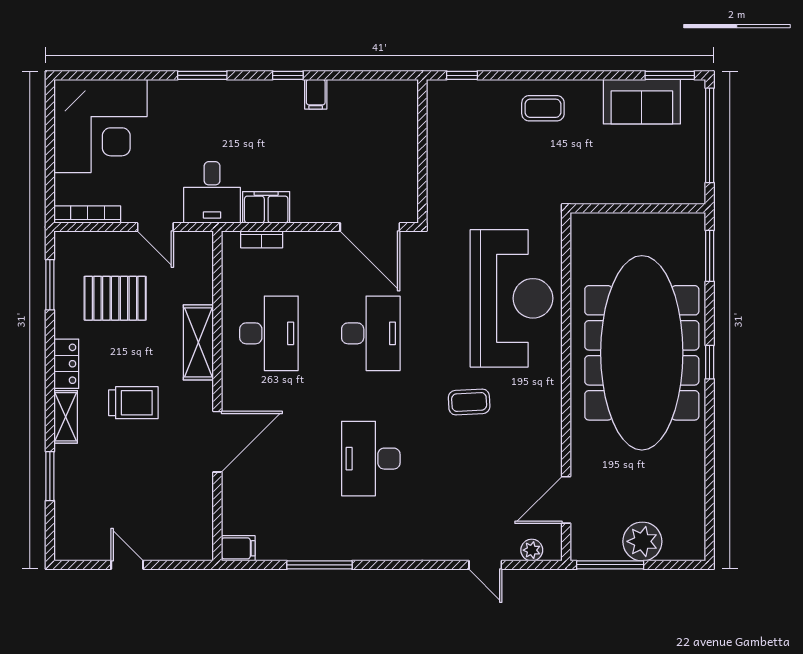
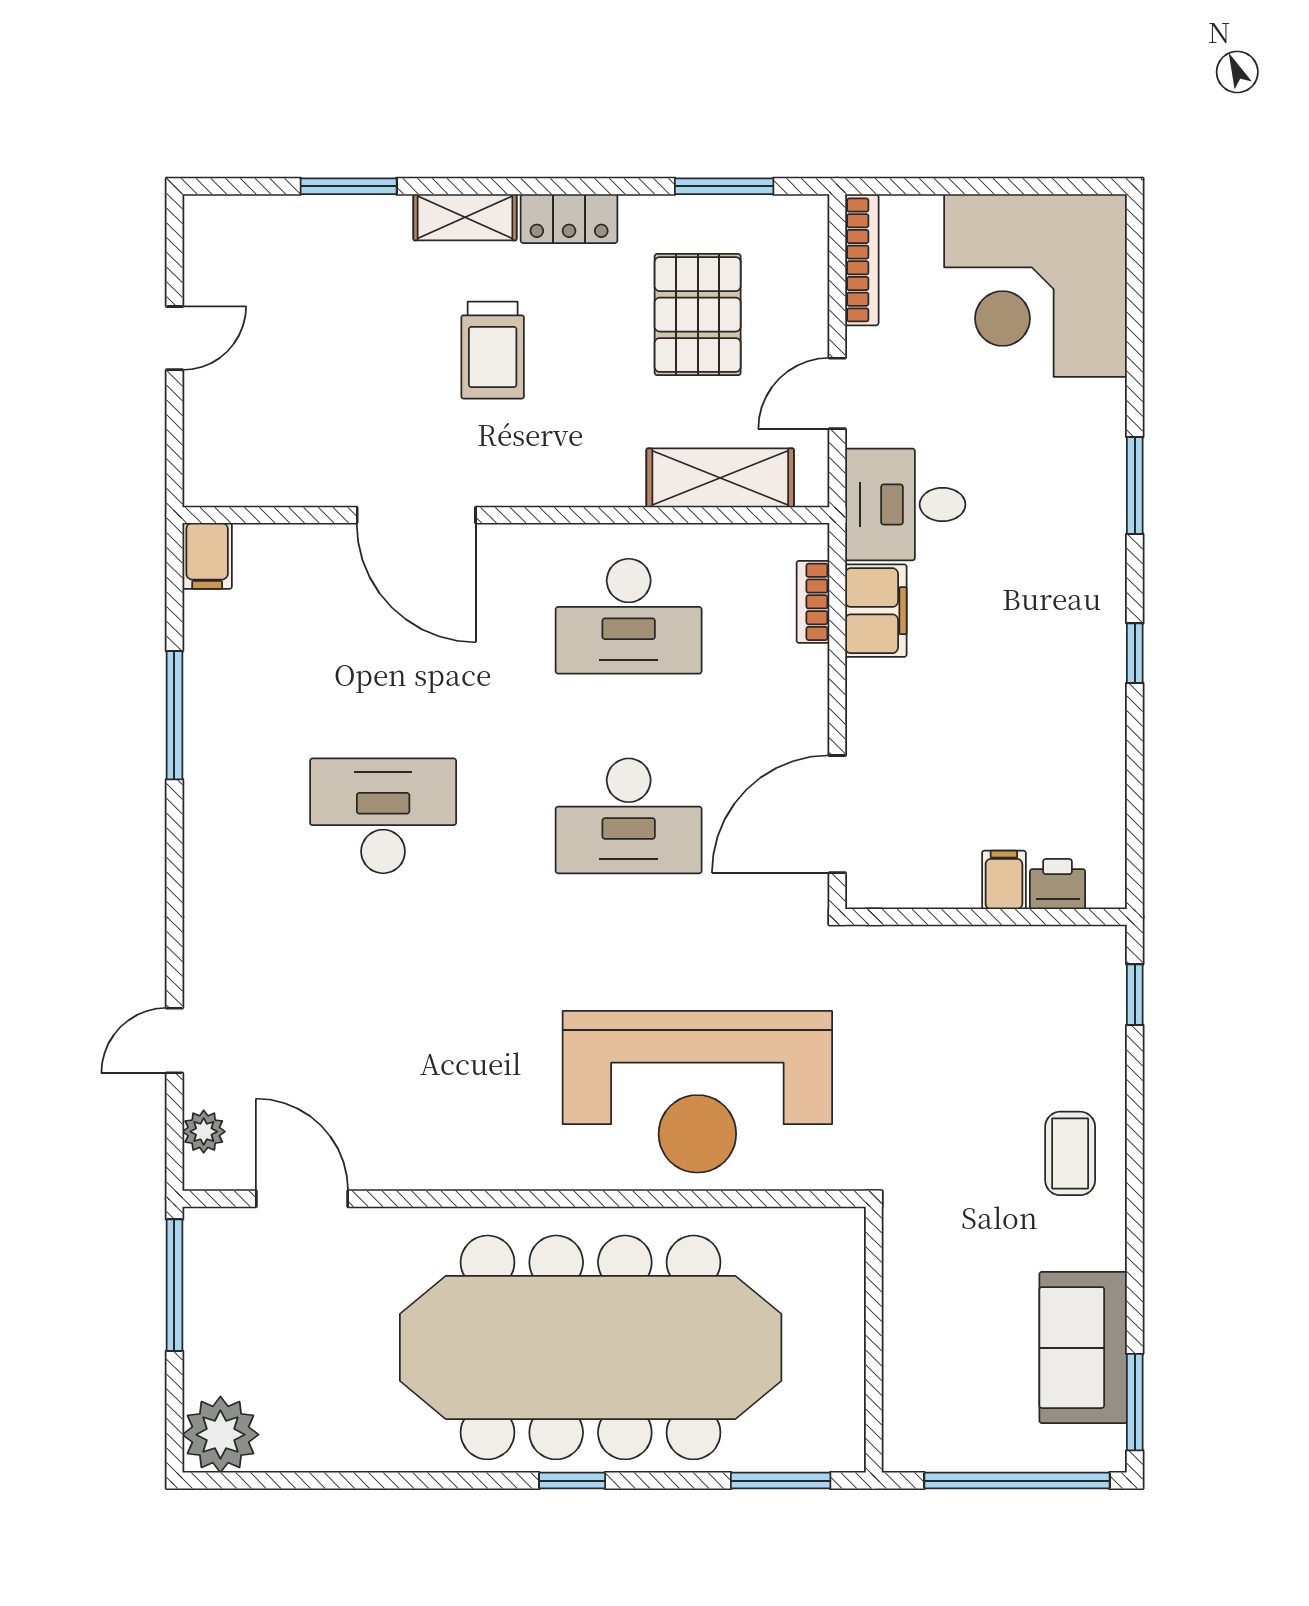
filing cabinet: (316, 94) -> (1004, 880), moved, turned 90
printer: (406, 115) -> (1058, 884), added
shelving: (198, 342) -> (720, 478), moved
coffee table: (469, 402) -> (494, 1009), removed
plant: (642, 541) -> (220, 1435), moved

